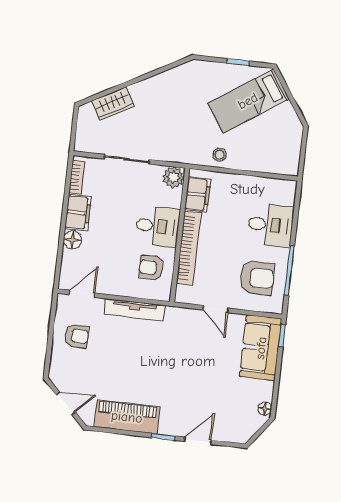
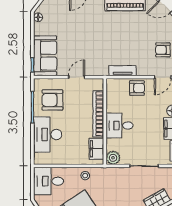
desk: (278, 152) -> (49, 181), added
desk: (271, 225) -> (48, 134), width x1.37
armchair: (151, 268) -> (137, 88), moved
door: (216, 309) -> (77, 77), hinge flipped
tv unit: (135, 310) -> (123, 71), width x0.71

